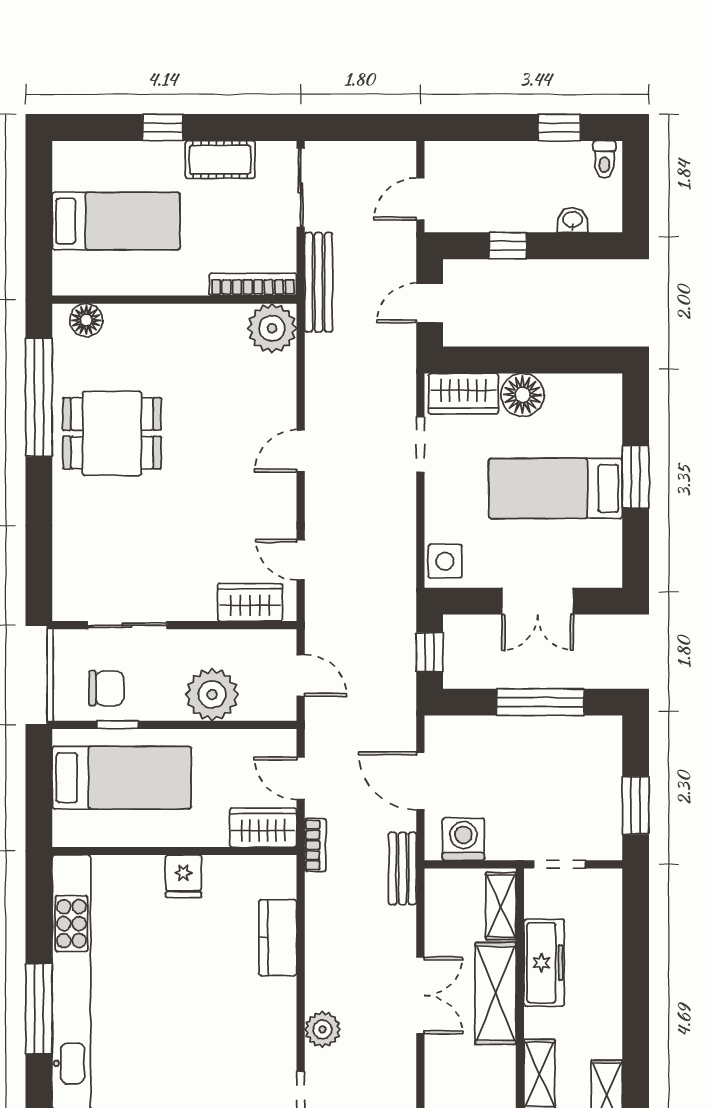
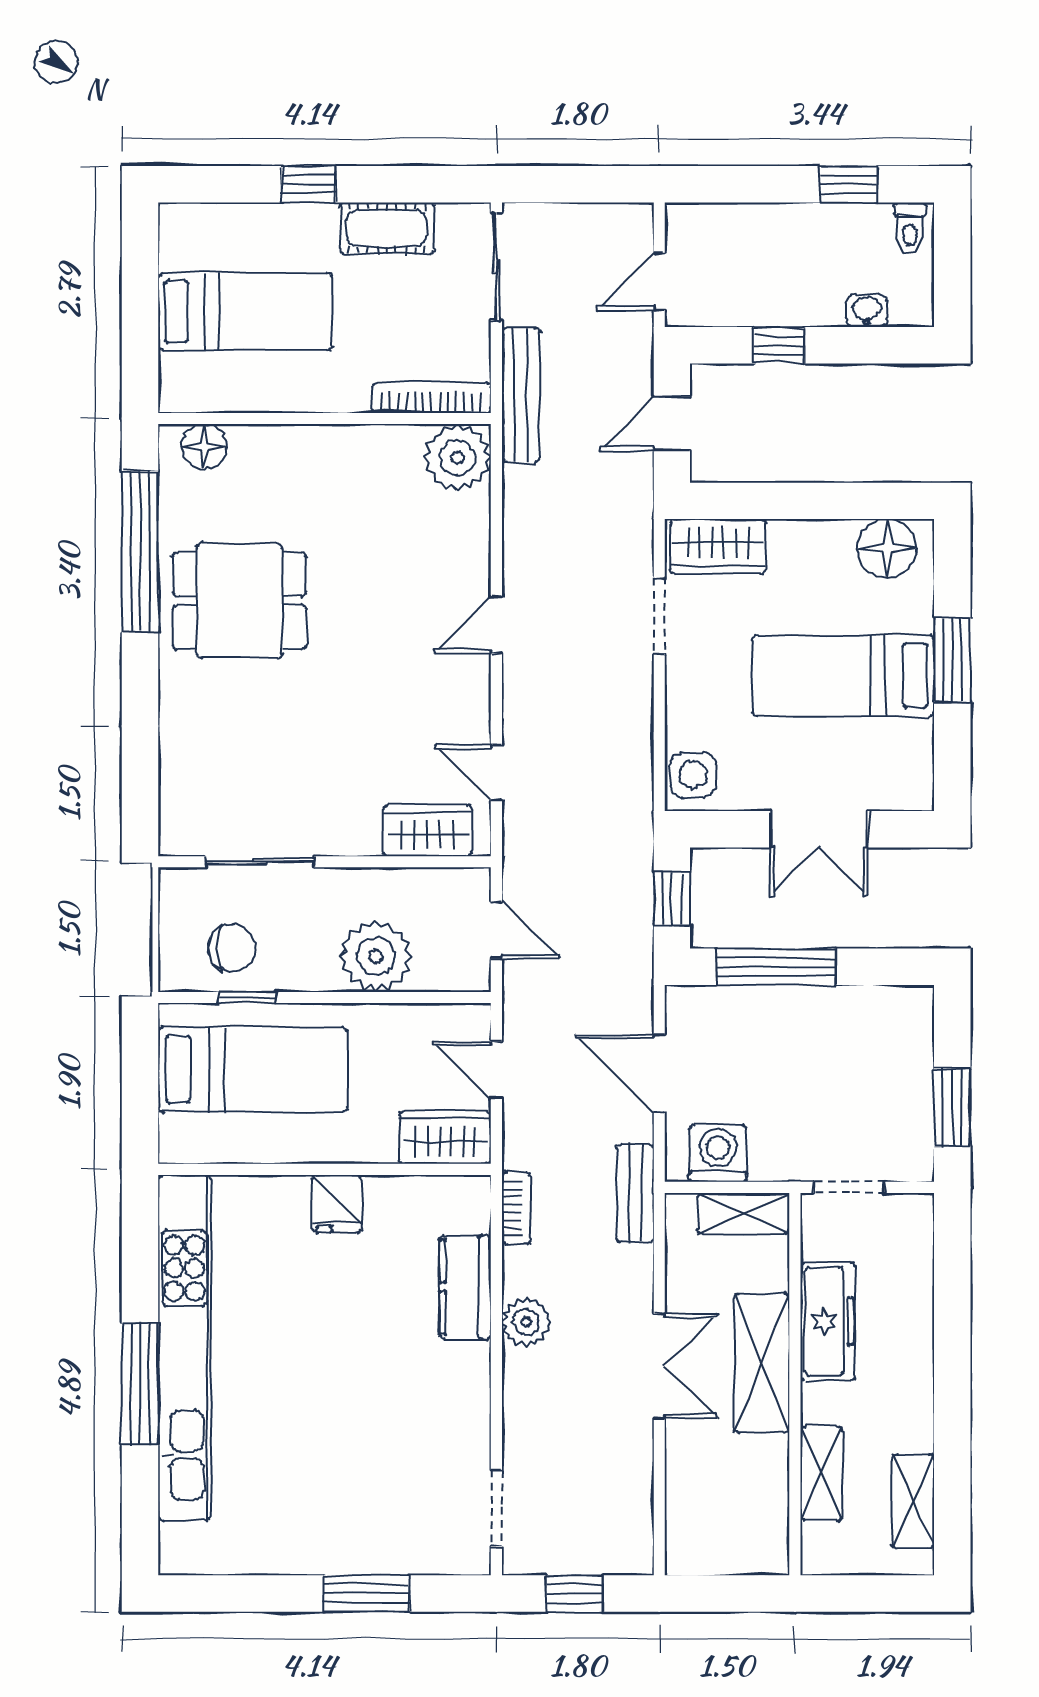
floor lamp: (523, 395) -> (887, 548), moved
window: (540, 702) -> (776, 967), moved
bookcase: (315, 845) -> (516, 1208), moved
shelving: (501, 906) -> (744, 1213), moved, turned 90
plant: (322, 1029) -> (526, 1322), moved

